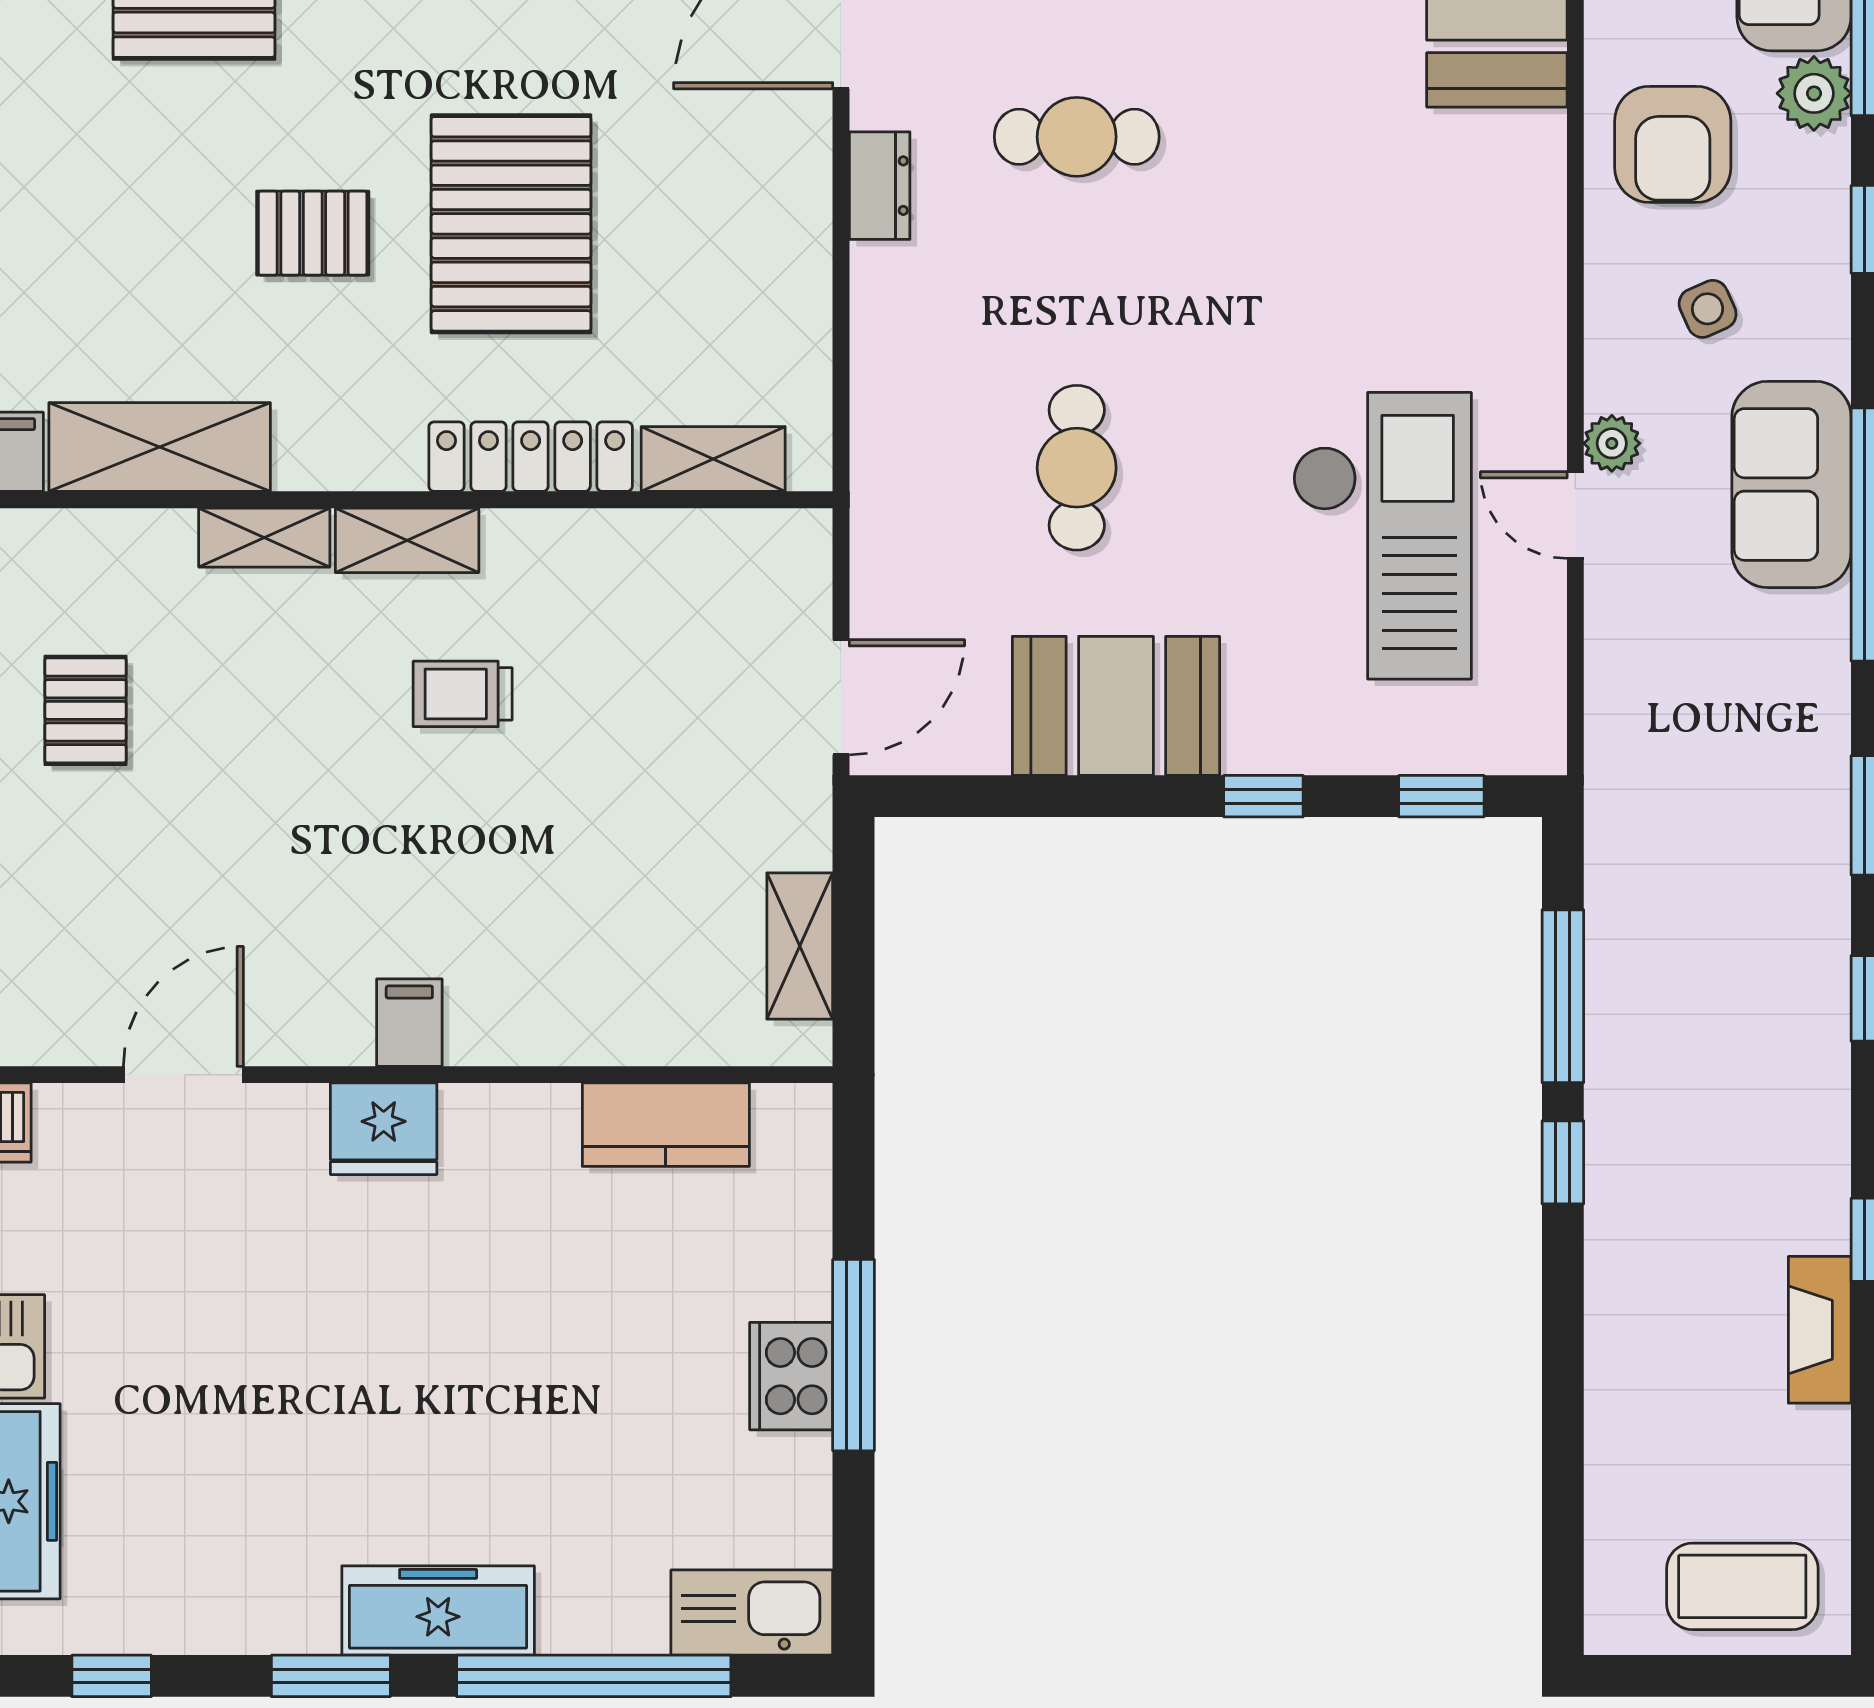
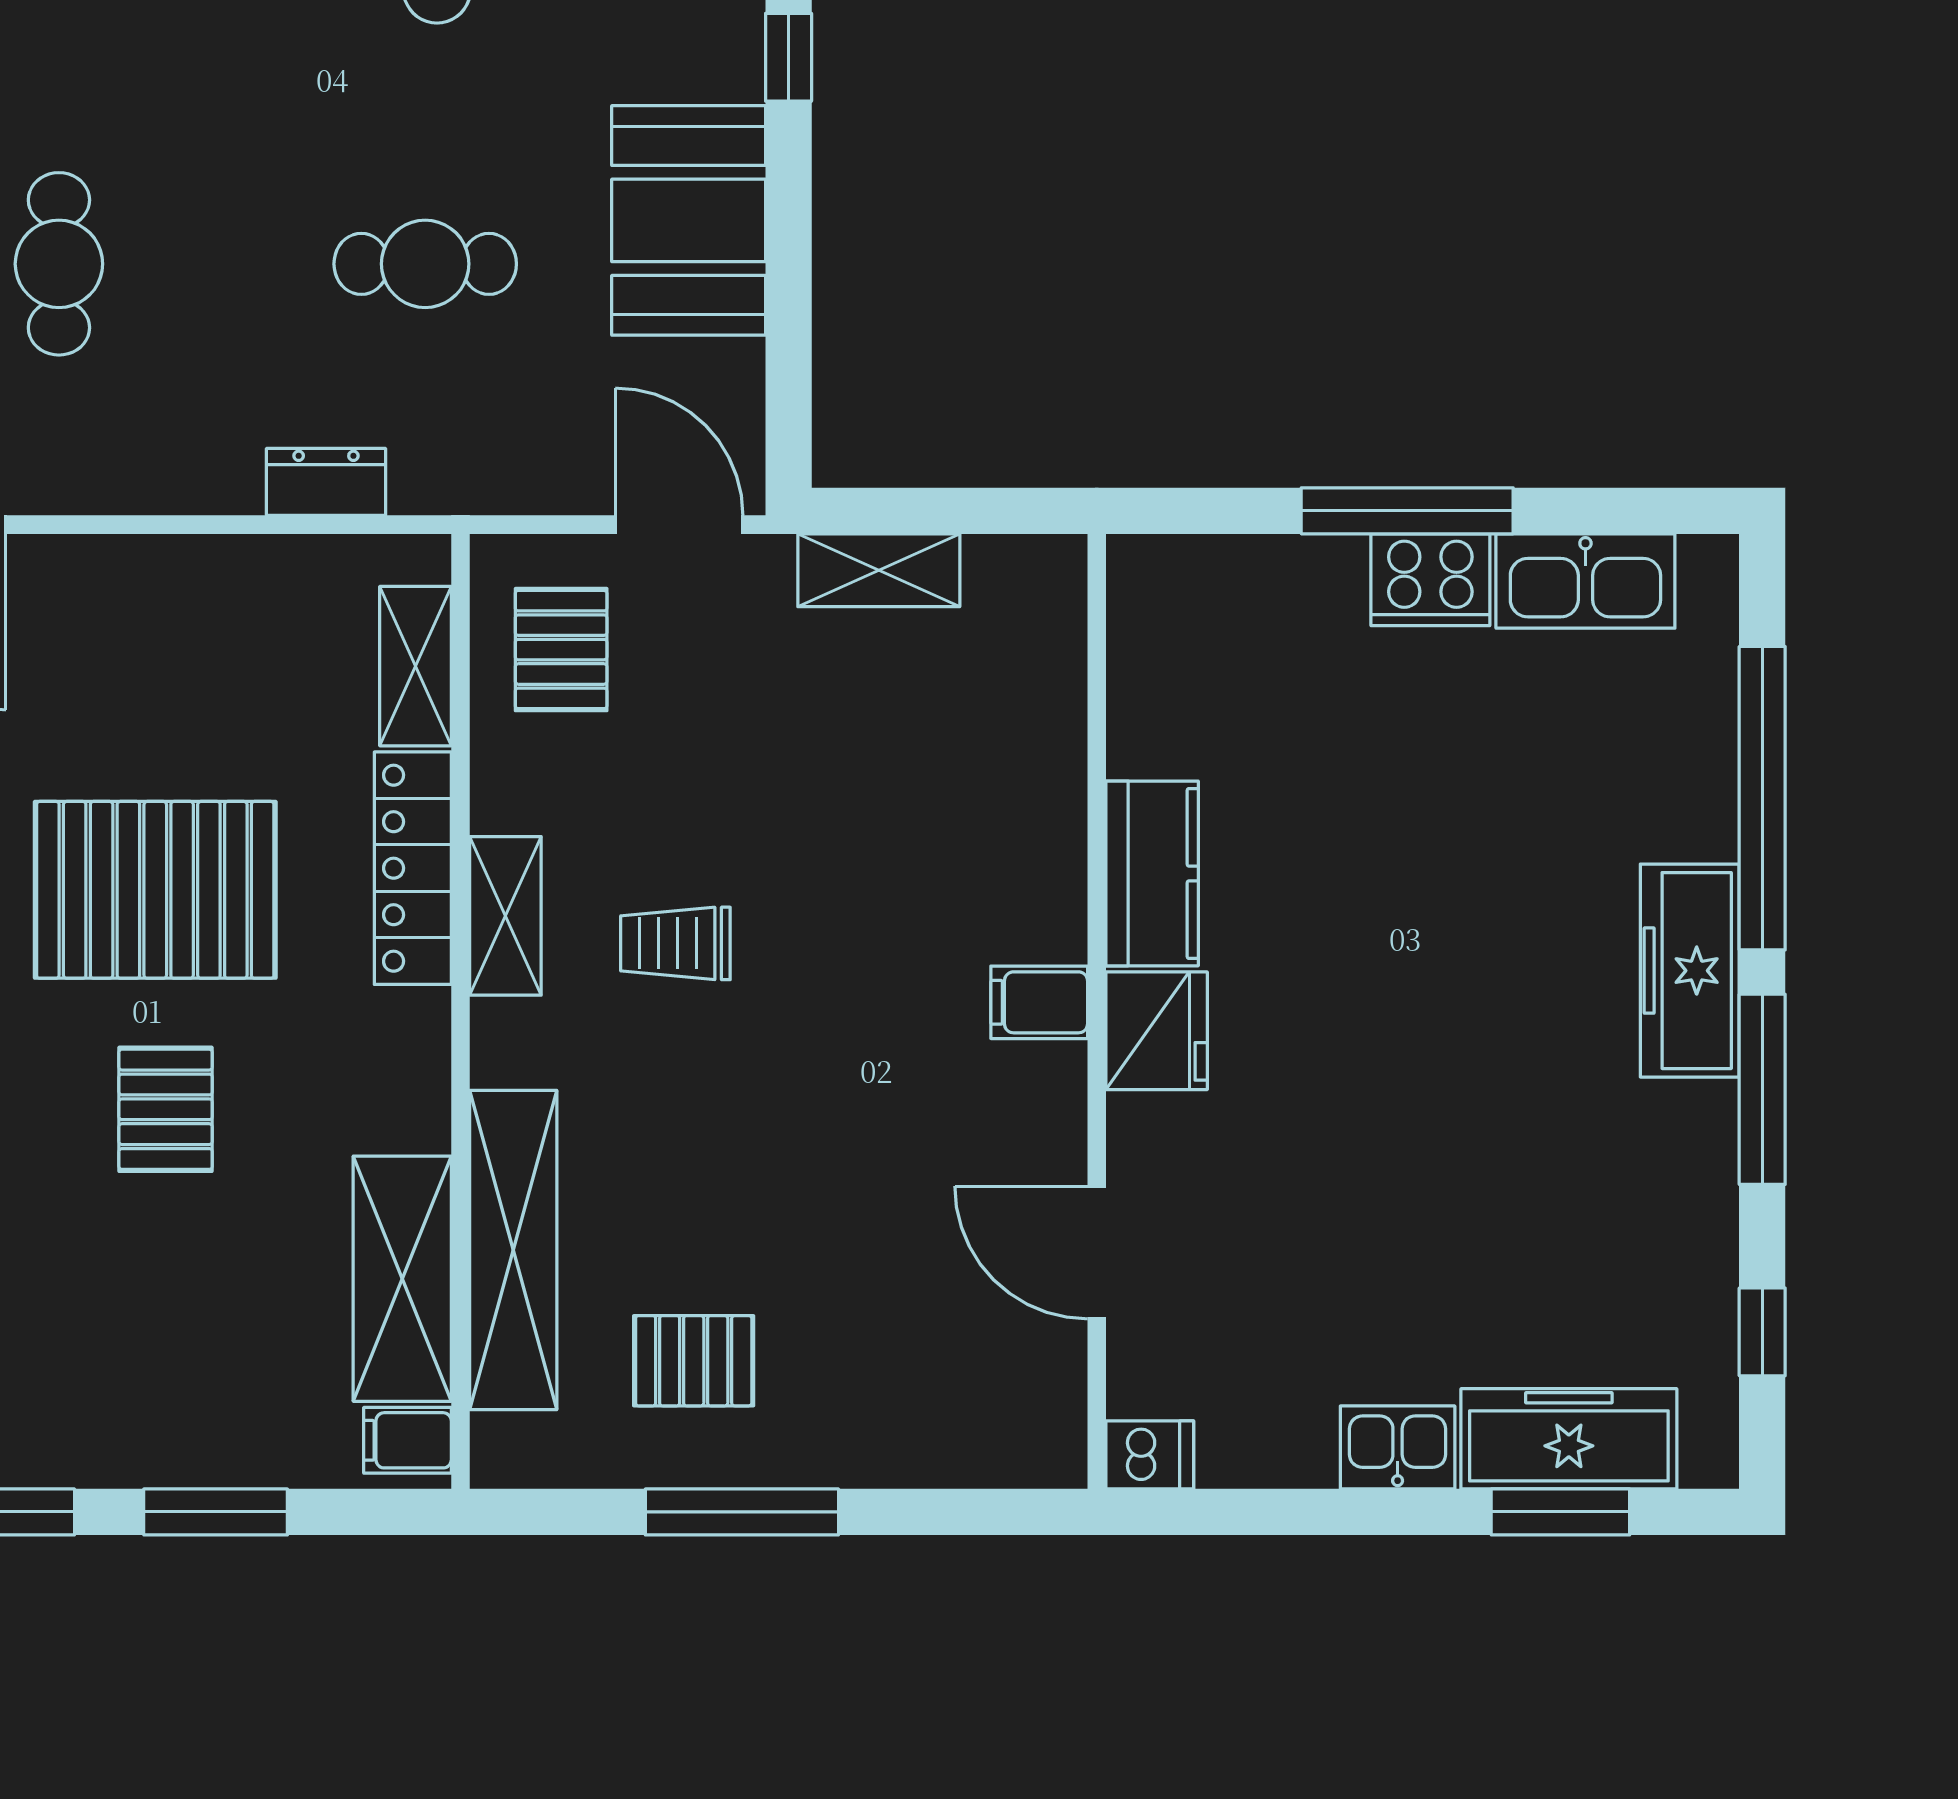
dresser: (880, 186) -> (326, 482), moved
shelving: (264, 538) -> (513, 1250), width x2.20, depth x1.33
shelving: (407, 540) -> (505, 916), moved
pallet: (728, 591) -> (561, 650), added
trolley: (463, 694) -> (675, 943), turned 90
shelving: (800, 946) -> (879, 570), moved
kitchen counter: (666, 1125) -> (1152, 873), moved
kitchen sink: (752, 1613) -> (1585, 581), moved, turned -90
window: (331, 1676) -> (1762, 1089), width x1.44

